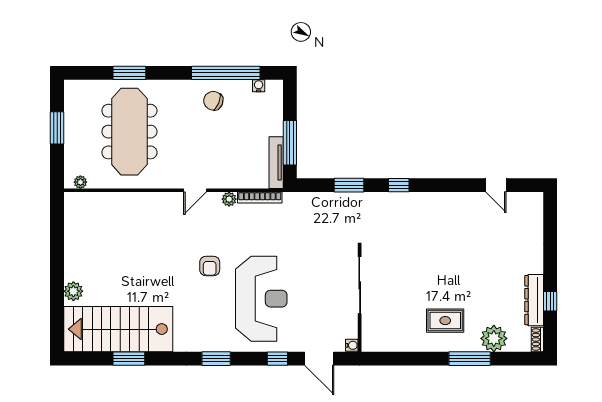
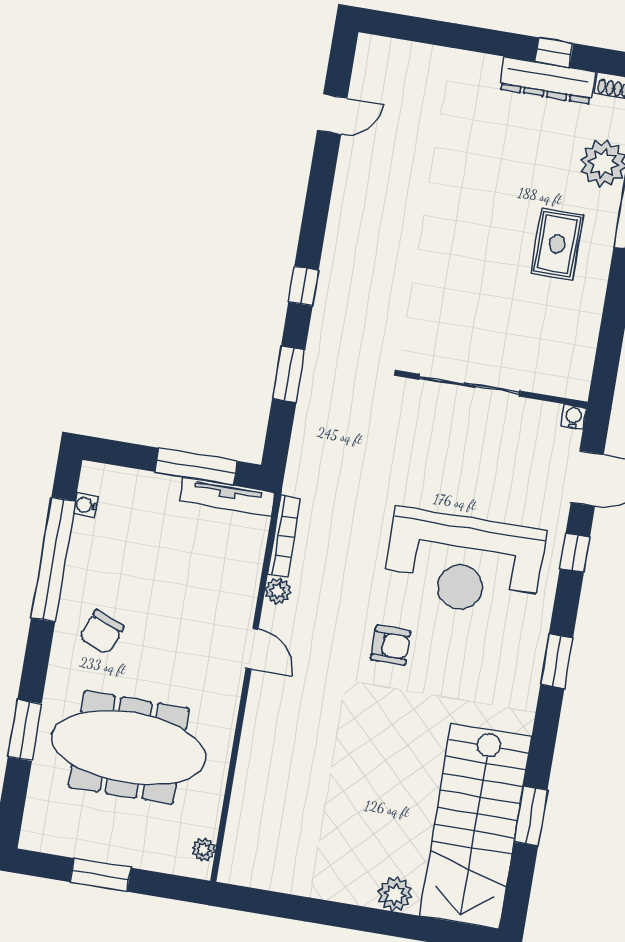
chair: (213, 101) -> (102, 632), moved
reception desk: (261, 299) -> (464, 563), turned 180

